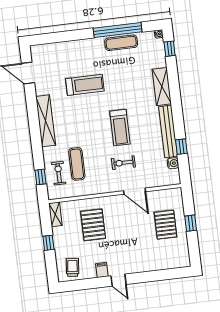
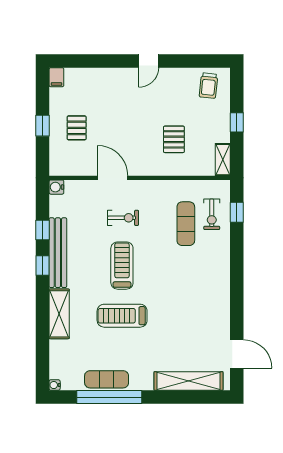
window: (170, 49) -> (43, 266), moved
treadmill: (85, 85) -> (122, 316), moved
shelving: (46, 121) -> (188, 381), moved, turned 90
water cooler: (173, 163) -> (56, 187), moved
pallet: (93, 225) -> (174, 139), width x0.67, depth x0.71
pallet: (165, 225) -> (77, 128), width x0.67, depth x0.71
filing cabinet: (102, 270) -> (56, 77), moved
door: (119, 280) -> (149, 61), swing flipped

